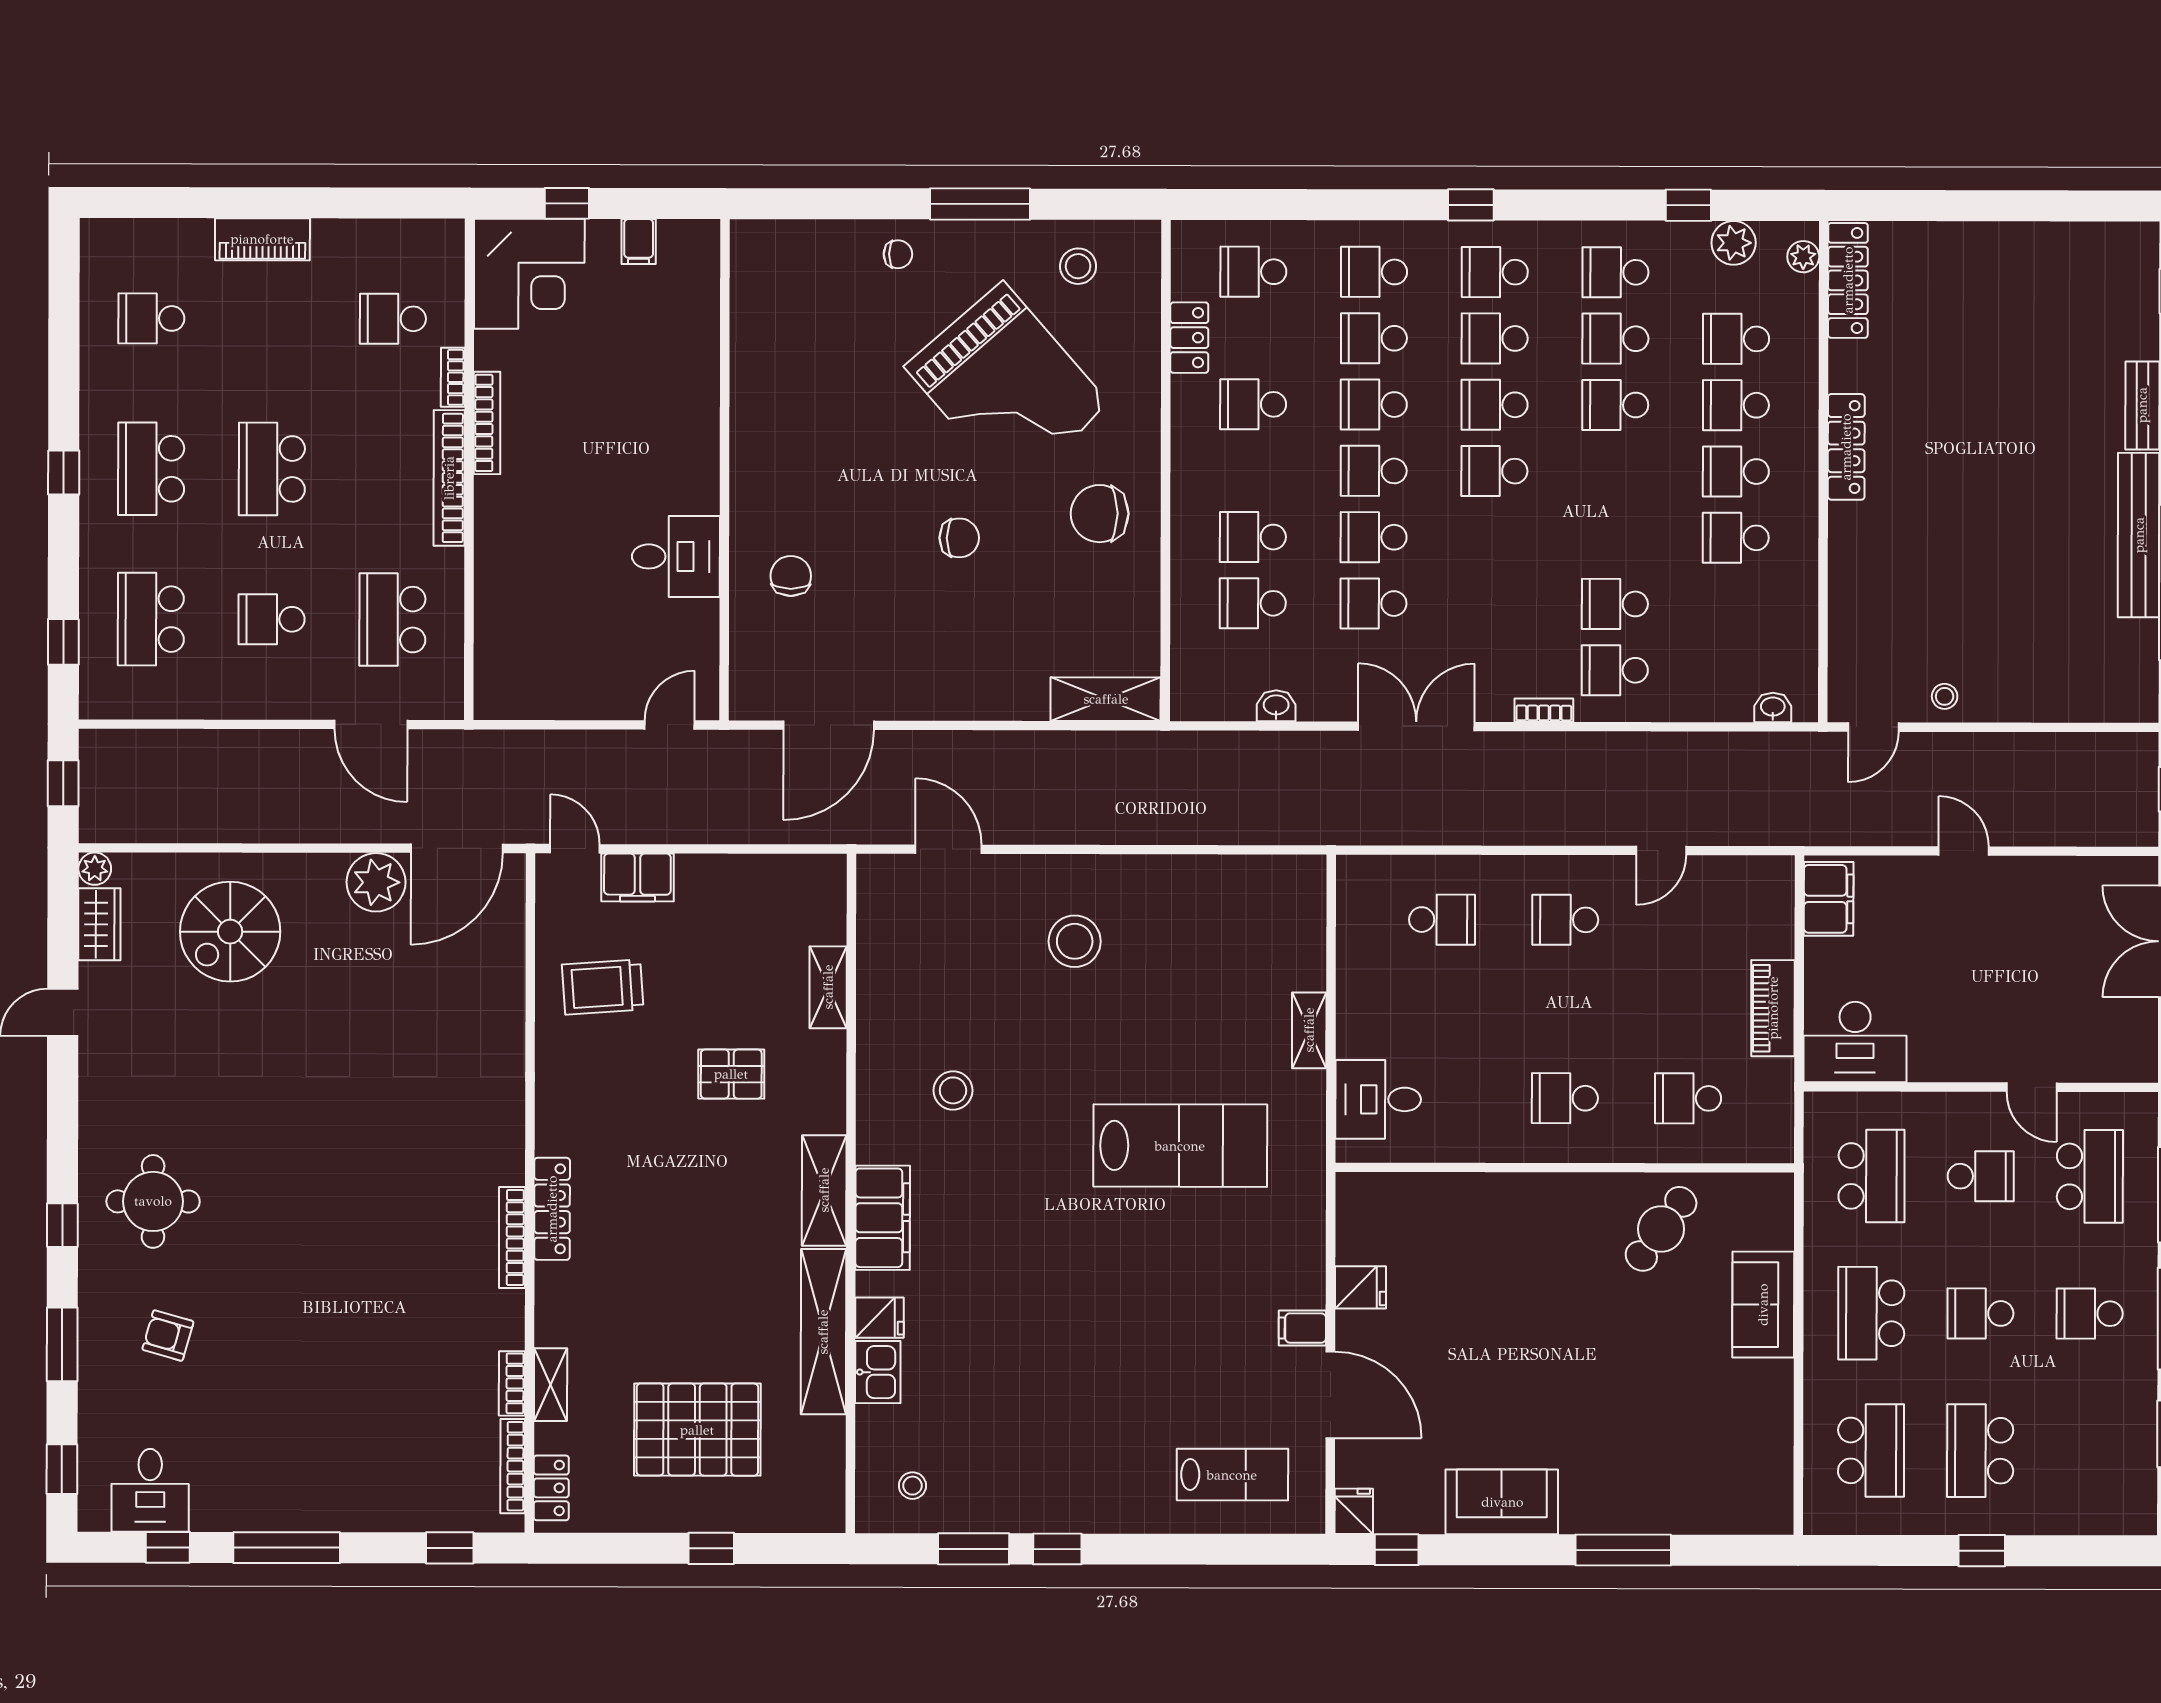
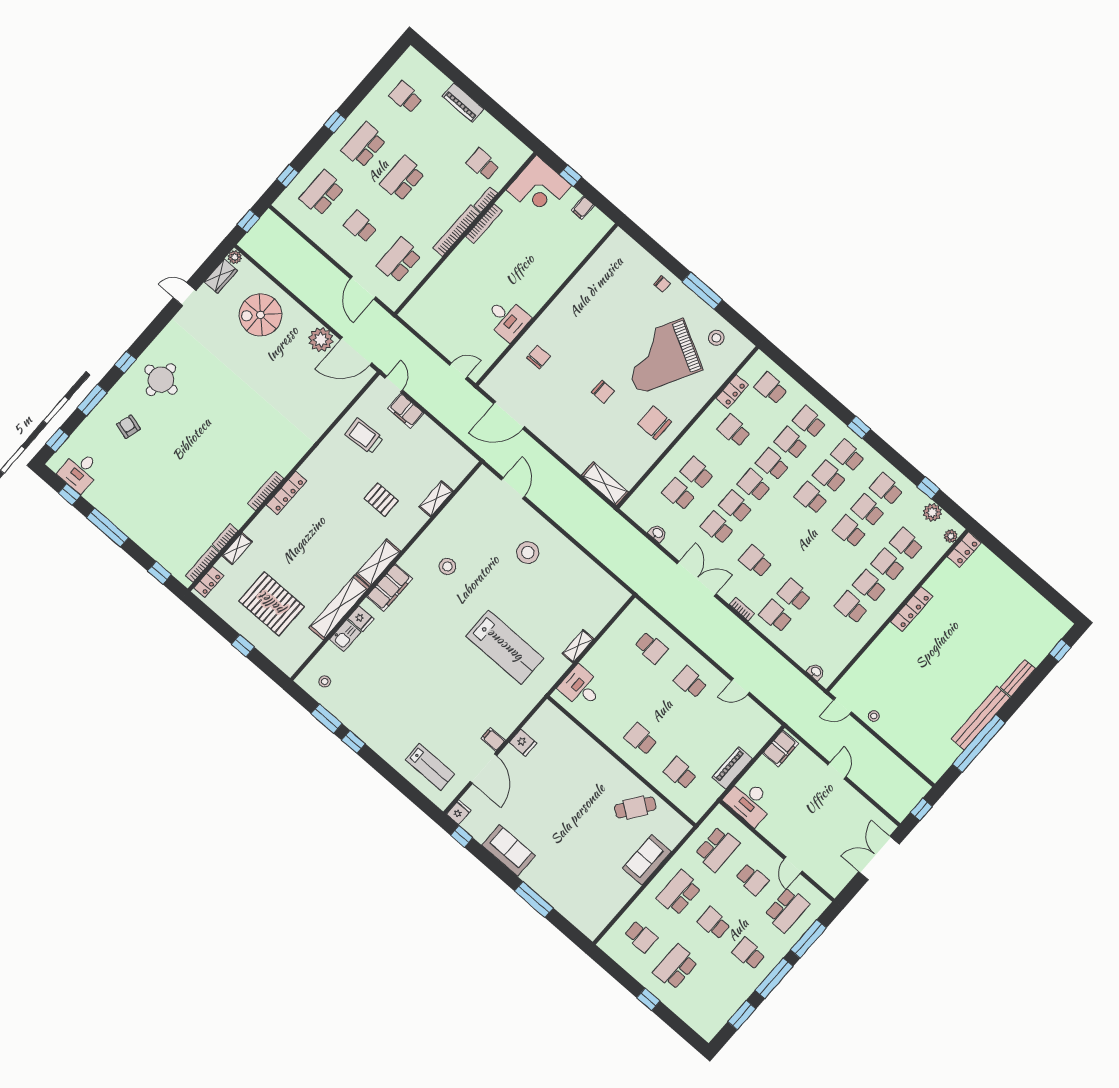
locker: (1848, 280) -> (964, 550), width x0.66
grand piano: (1007, 386) -> (661, 356), turned 69
school desk: (1494, 471) -> (756, 561), moved
school desk: (1871, 1450) -> (641, 937), width x0.54

